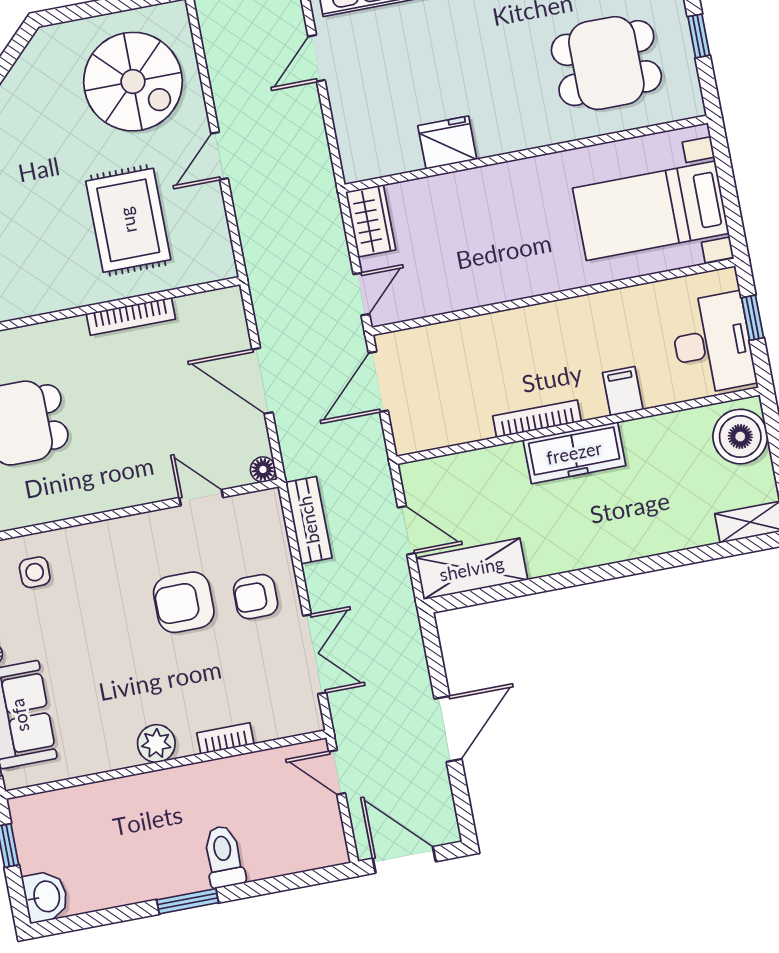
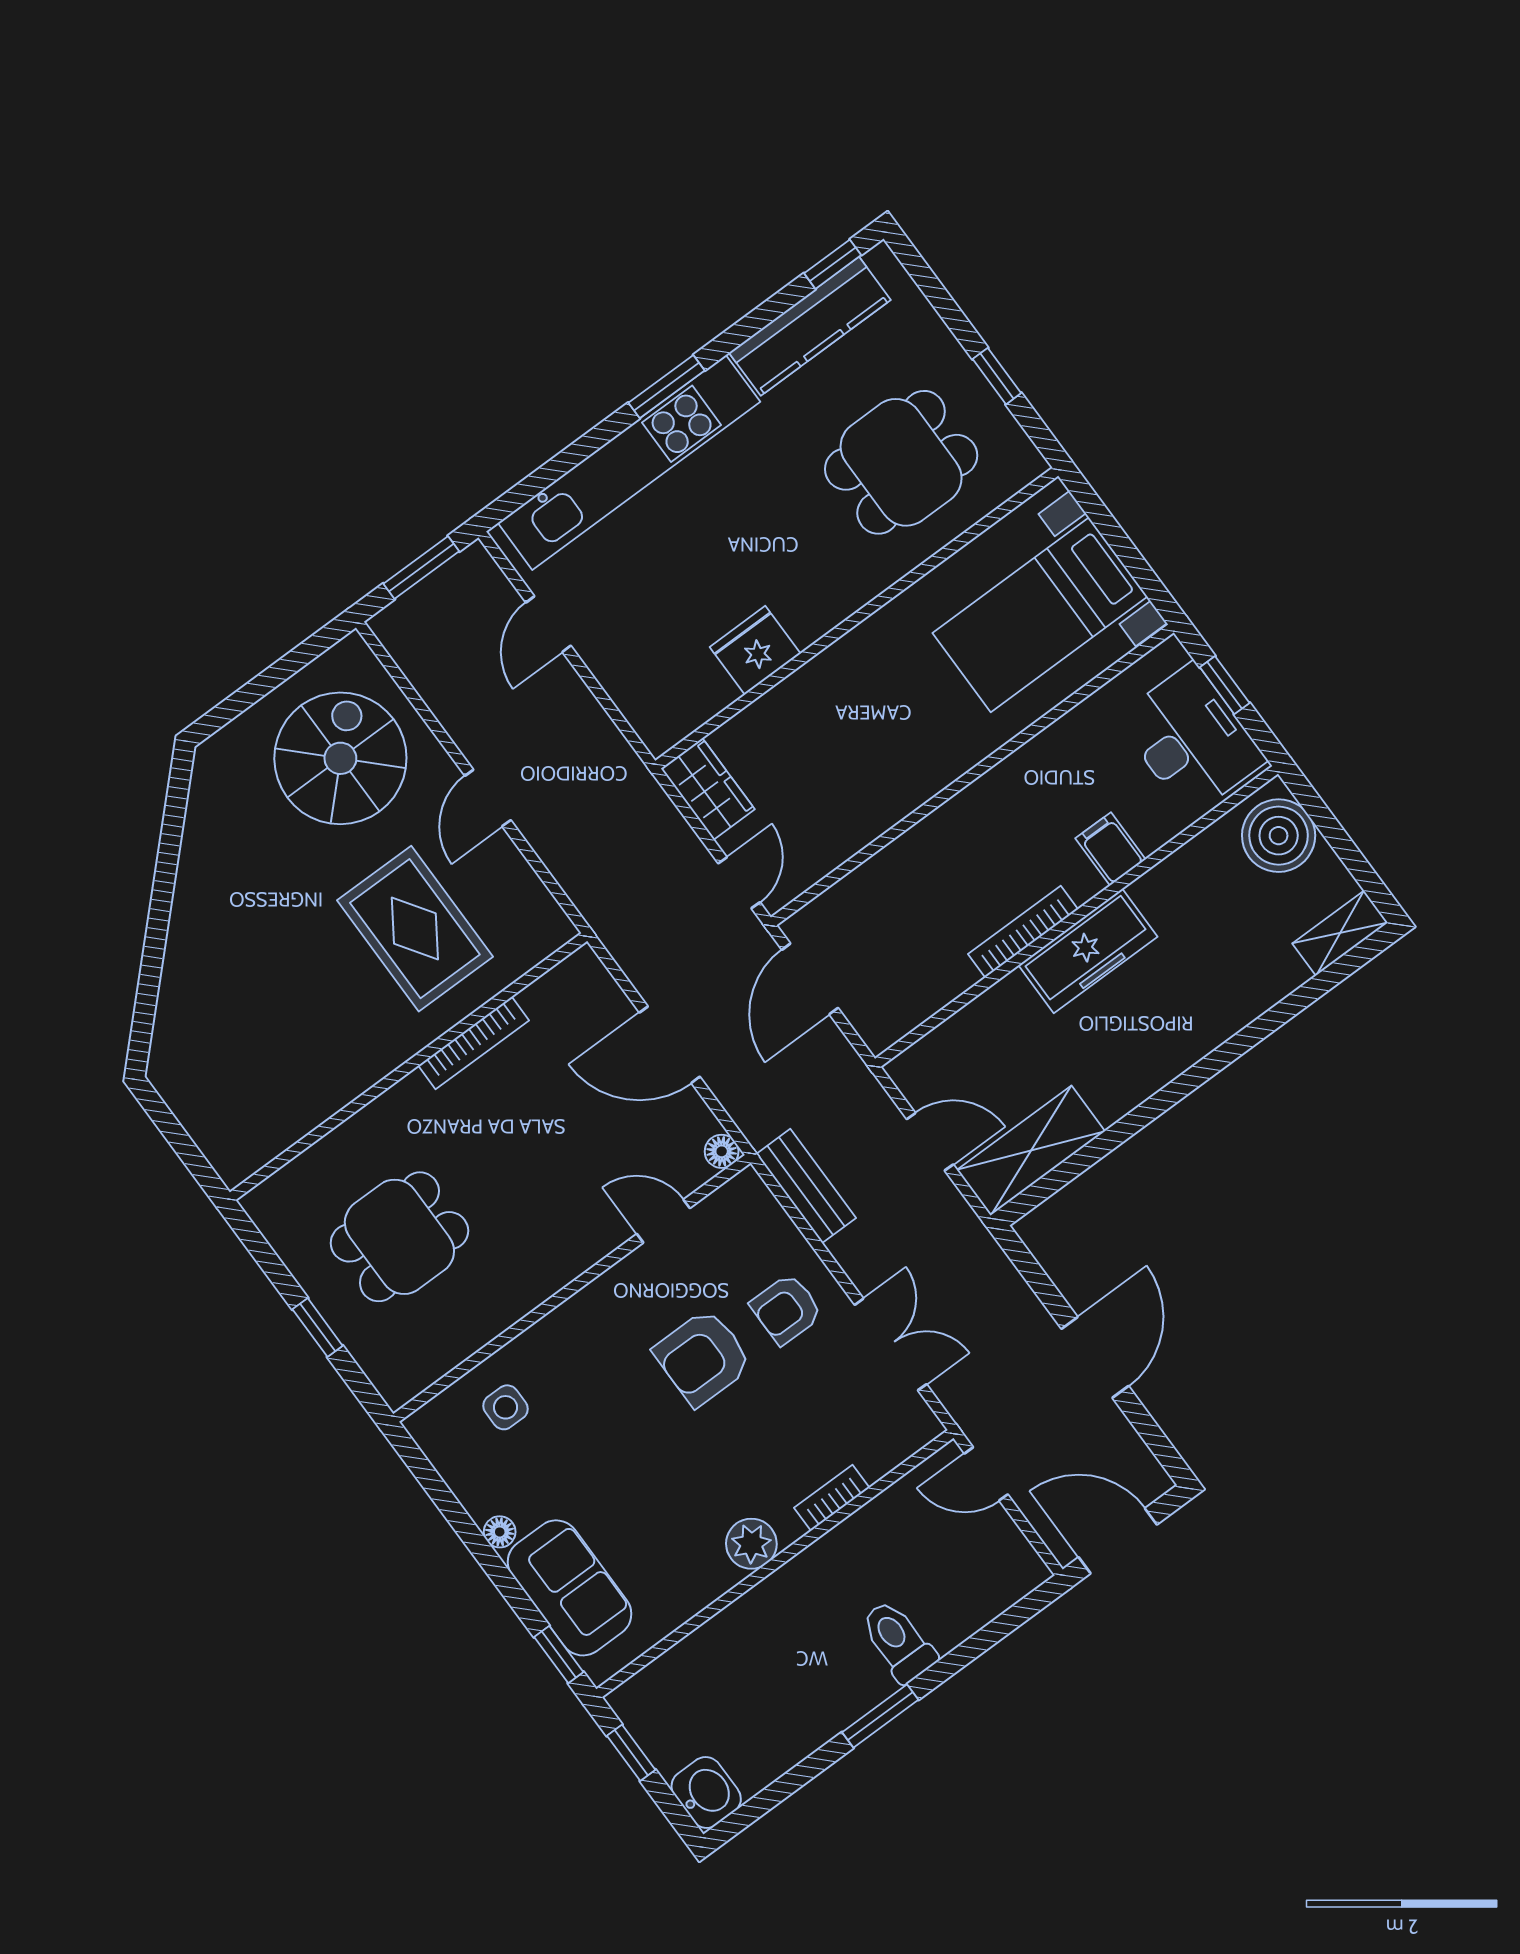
spiral stairs: (133, 82) -> (340, 758), turned -90

